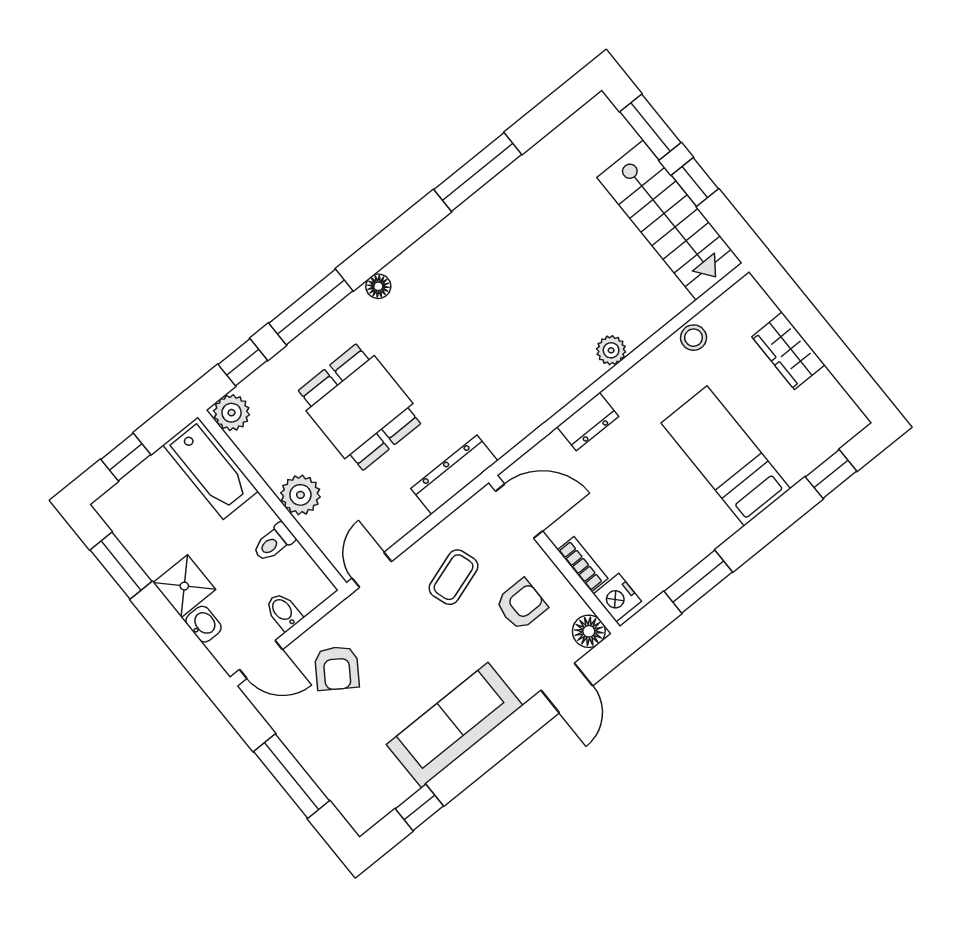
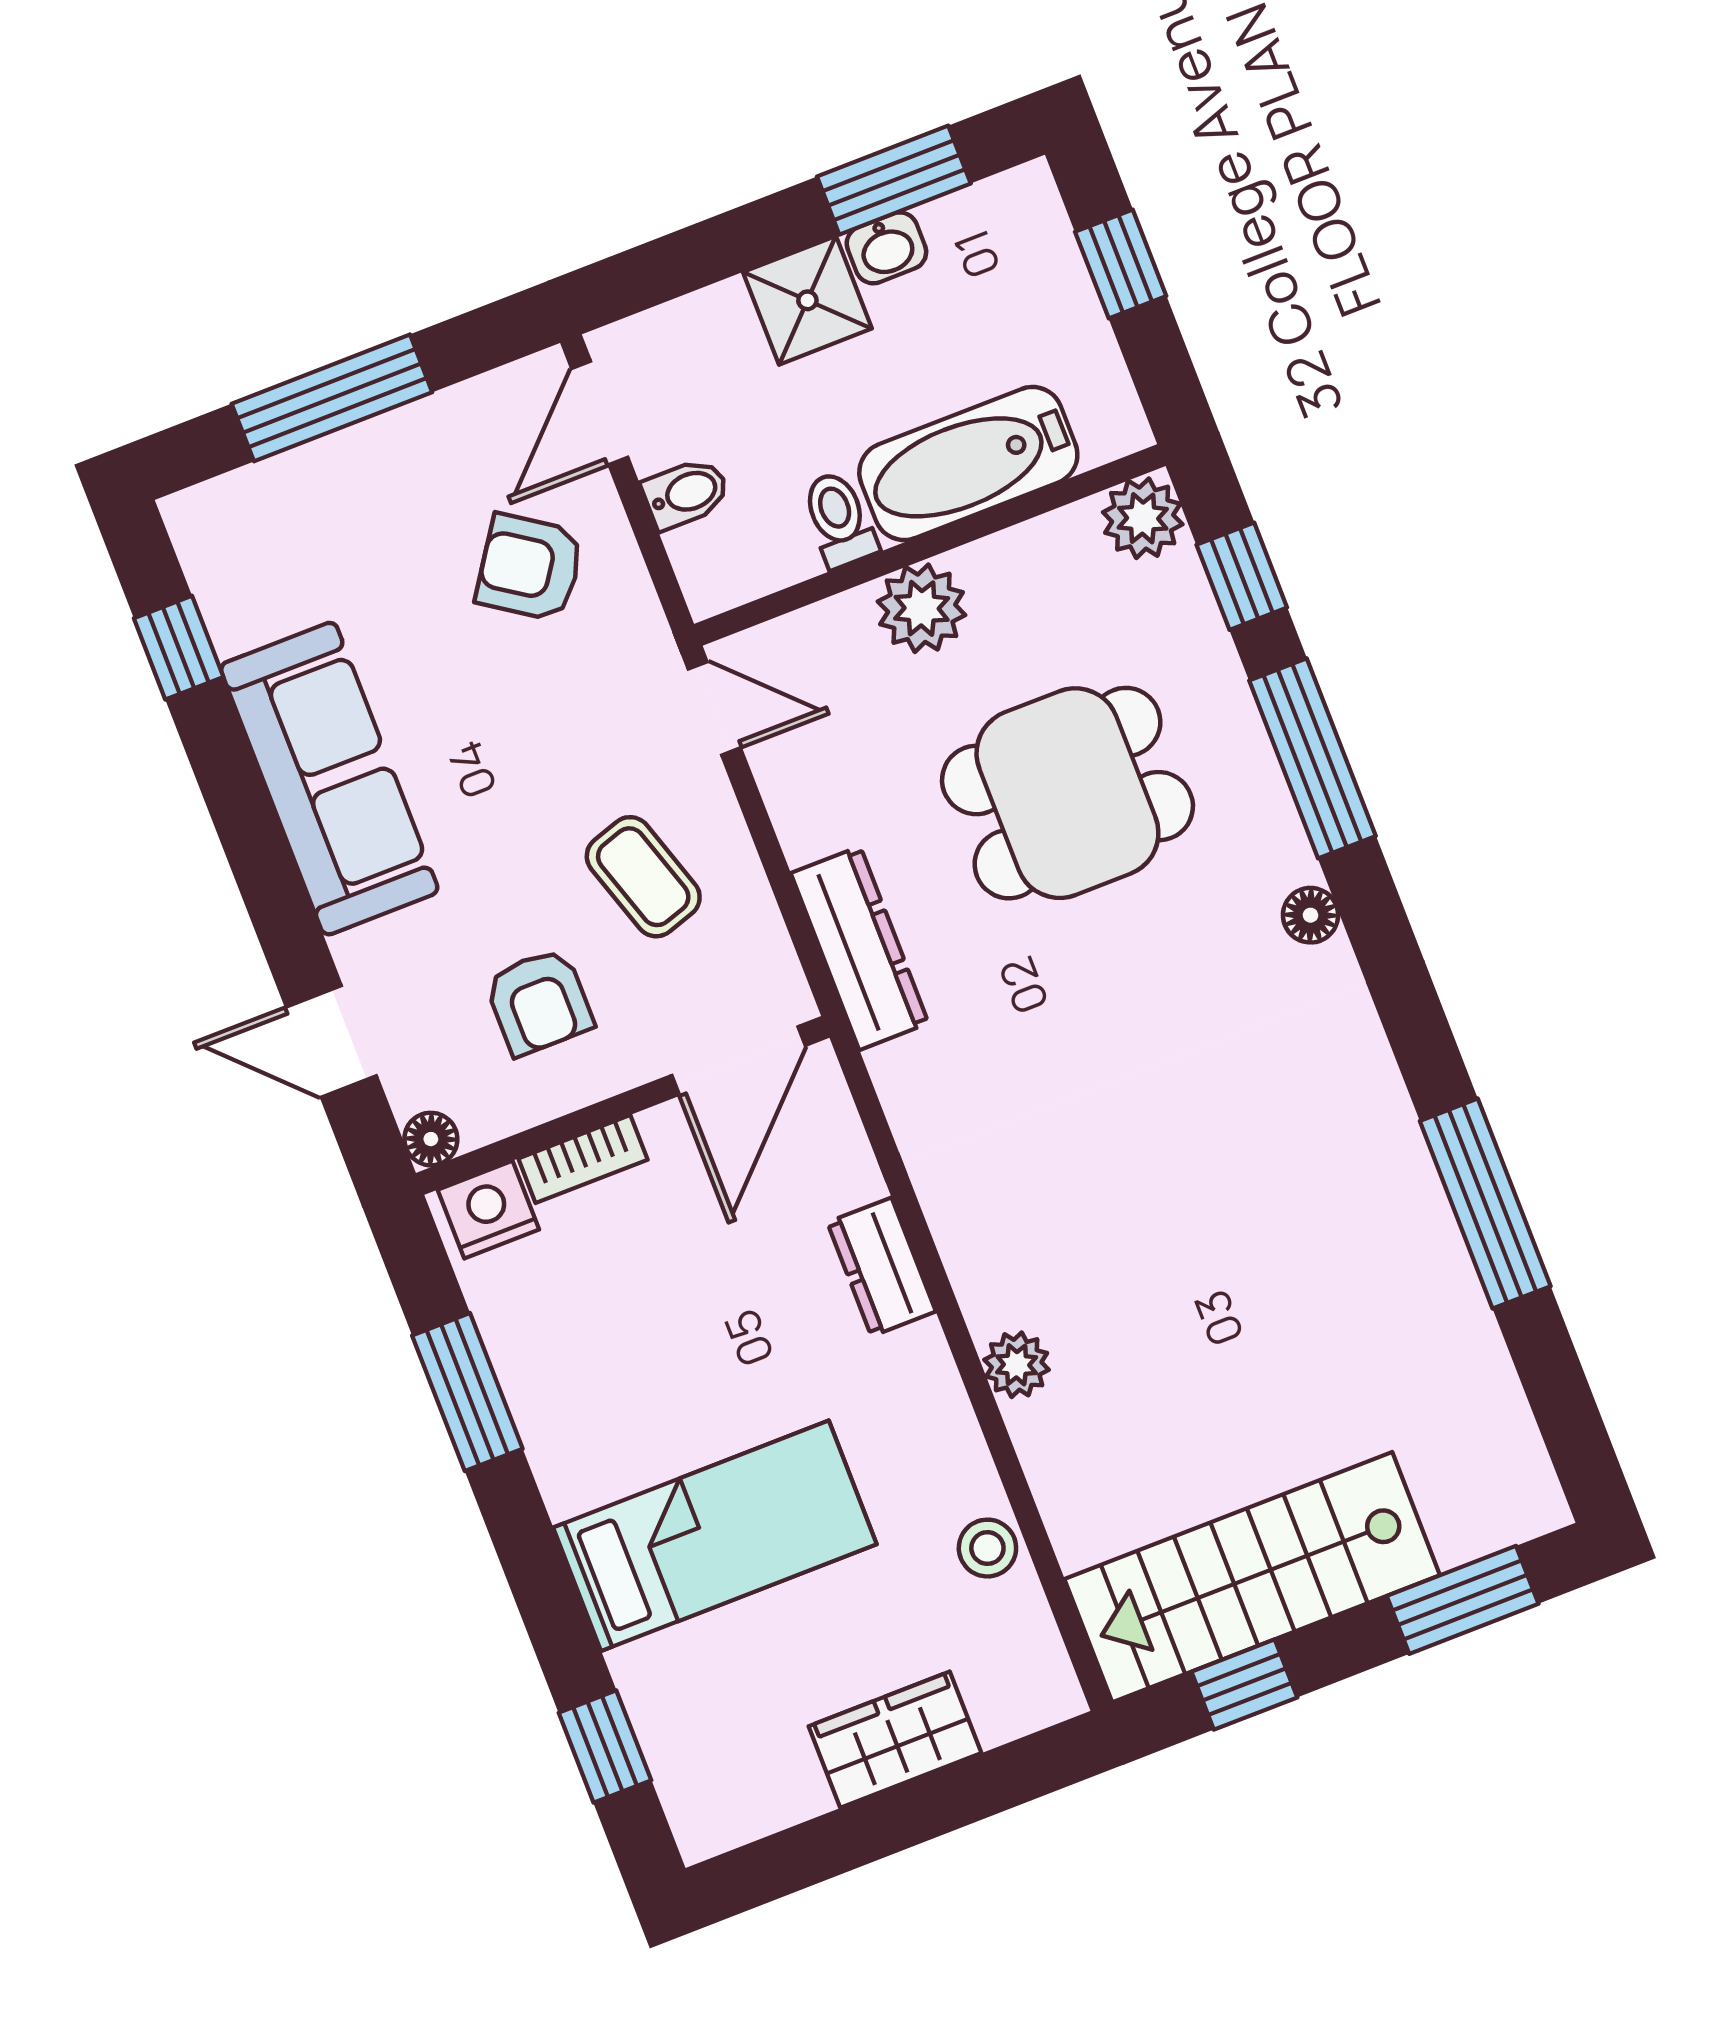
window: (695, 182) -> (1244, 1685), moved
bathtub: (210, 468) -> (968, 463), moved
washbasin: (203, 624) -> (886, 248), moved
floor lamp: (589, 631) -> (431, 1139), width x0.73, depth x0.73

